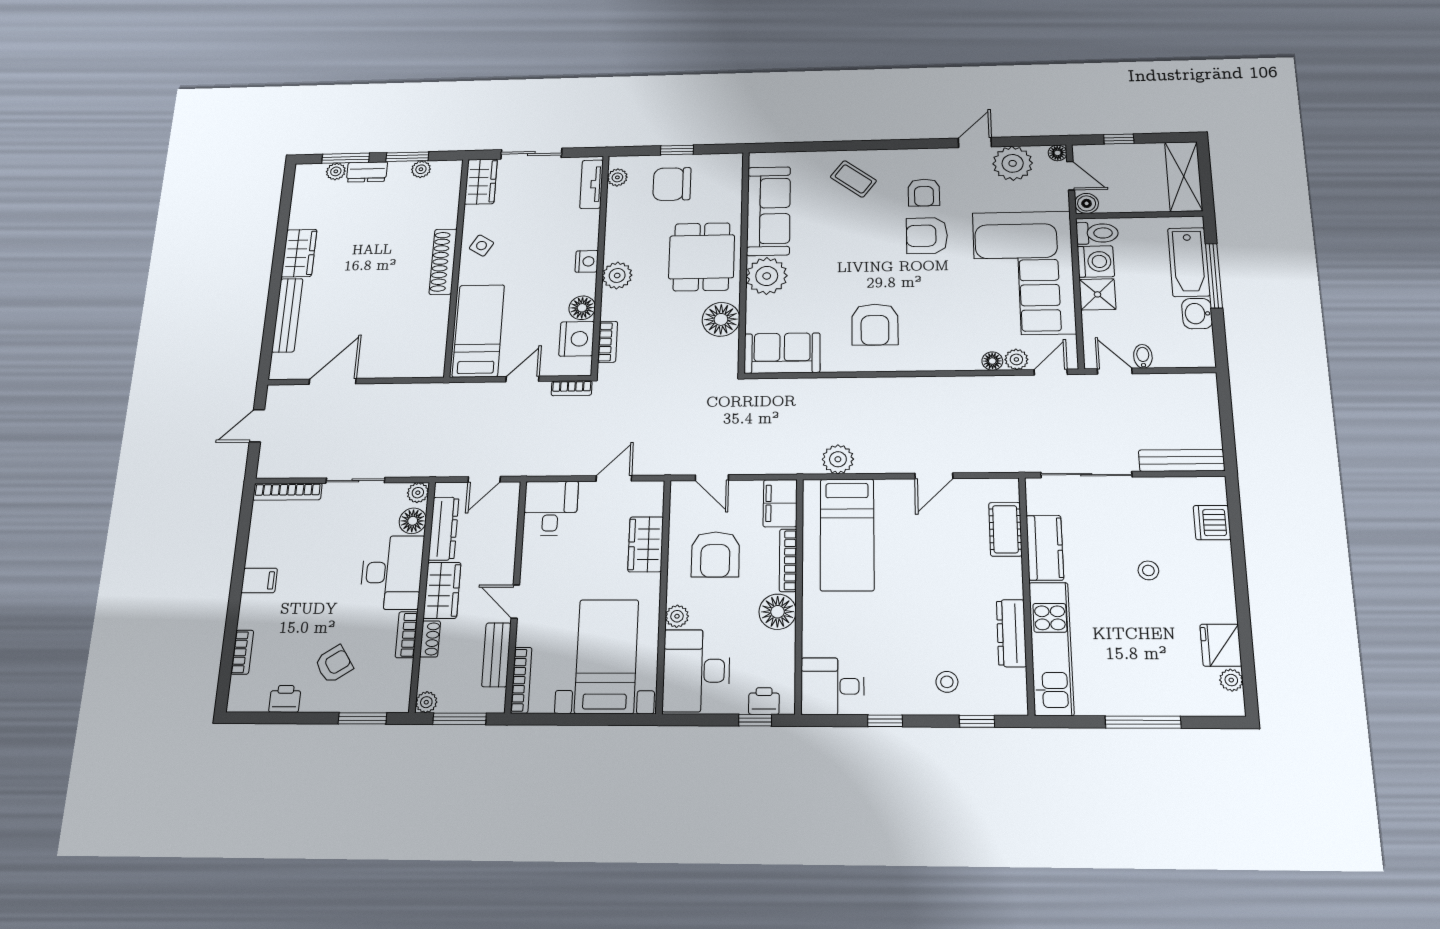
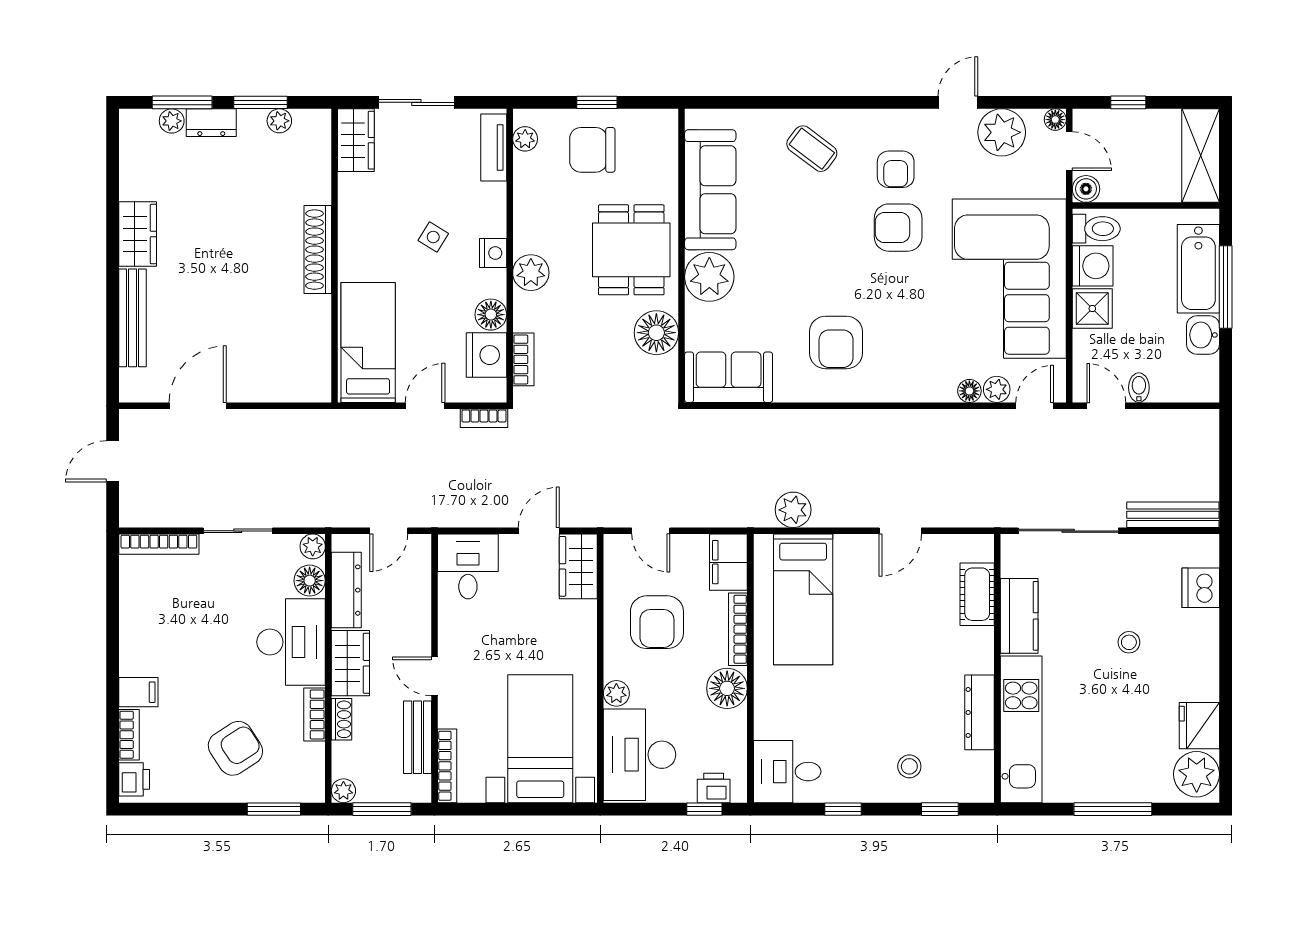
side table: (481, 246) -> (433, 237), moved
wardrobe: (646, 544) -> (578, 566), moved
filing cabinet: (259, 580) -> (138, 692), moved
armchair: (334, 664) -> (235, 748), width x1.38, depth x1.38
plant: (1231, 680) -> (1197, 774), width x1.88, depth x1.88
printer: (285, 699) -> (134, 779), moved, turned 90

